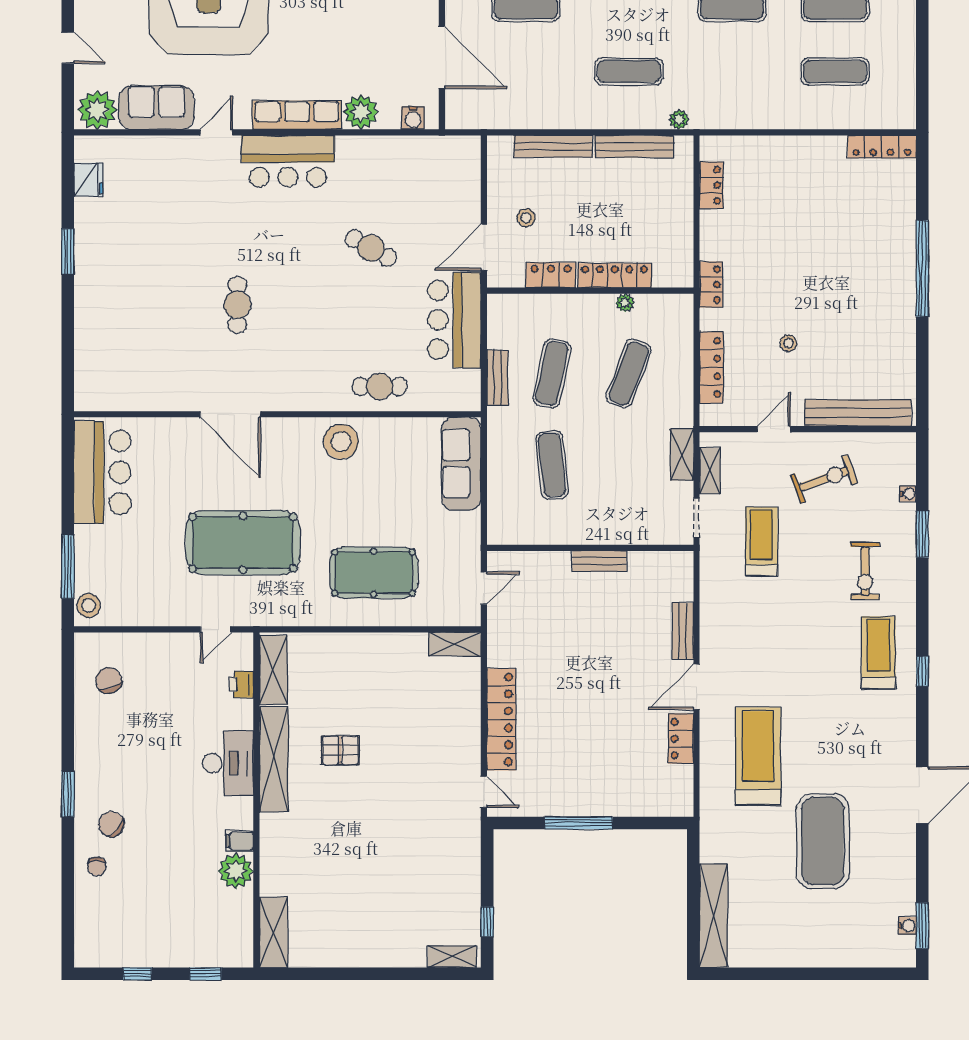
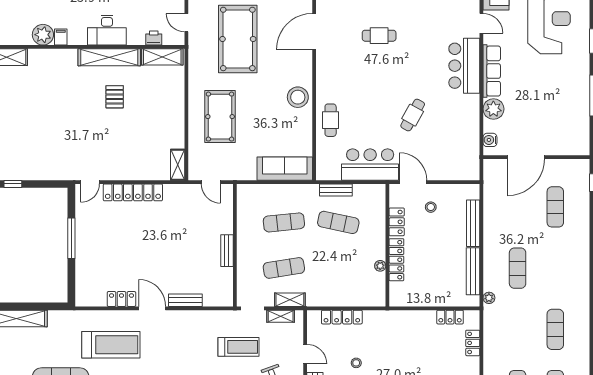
locker: (711, 285) -> (473, 343), moved, turned 90
exercise mat: (629, 373) -> (284, 268), moved, turned -30

